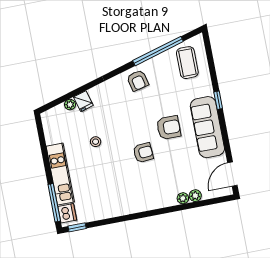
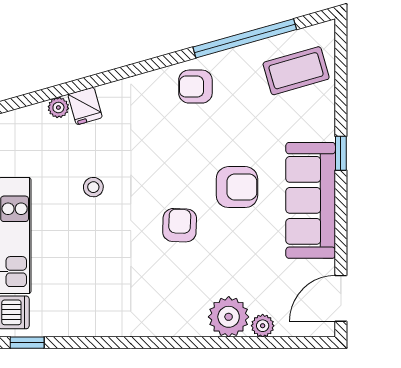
coffee table: (187, 63) -> (296, 71), turned 74
armchair: (138, 80) -> (195, 87), turned 103
armchair: (143, 153) -> (180, 225), turned -84
plant: (183, 198) -> (229, 317), width x1.87, depth x1.87

